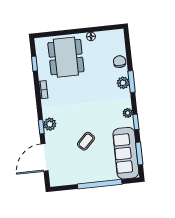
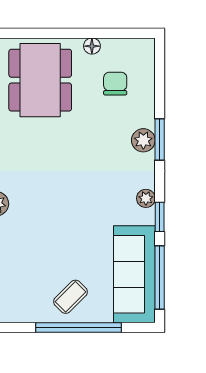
chair: (120, 62) -> (115, 84), moved
coffee table: (86, 141) -> (70, 297), moved
window: (139, 153) -> (160, 277), width x1.44

